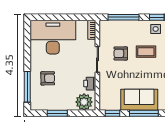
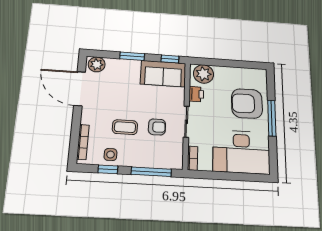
armchair: (48, 78) -> (247, 104), width x1.88, depth x1.88
window: (27, 87) -> (272, 118), moved
sofa: (139, 100) -> (163, 74), moved
window: (57, 113) -> (235, 64), removed
window: (144, 113) -> (132, 56), width x0.69

